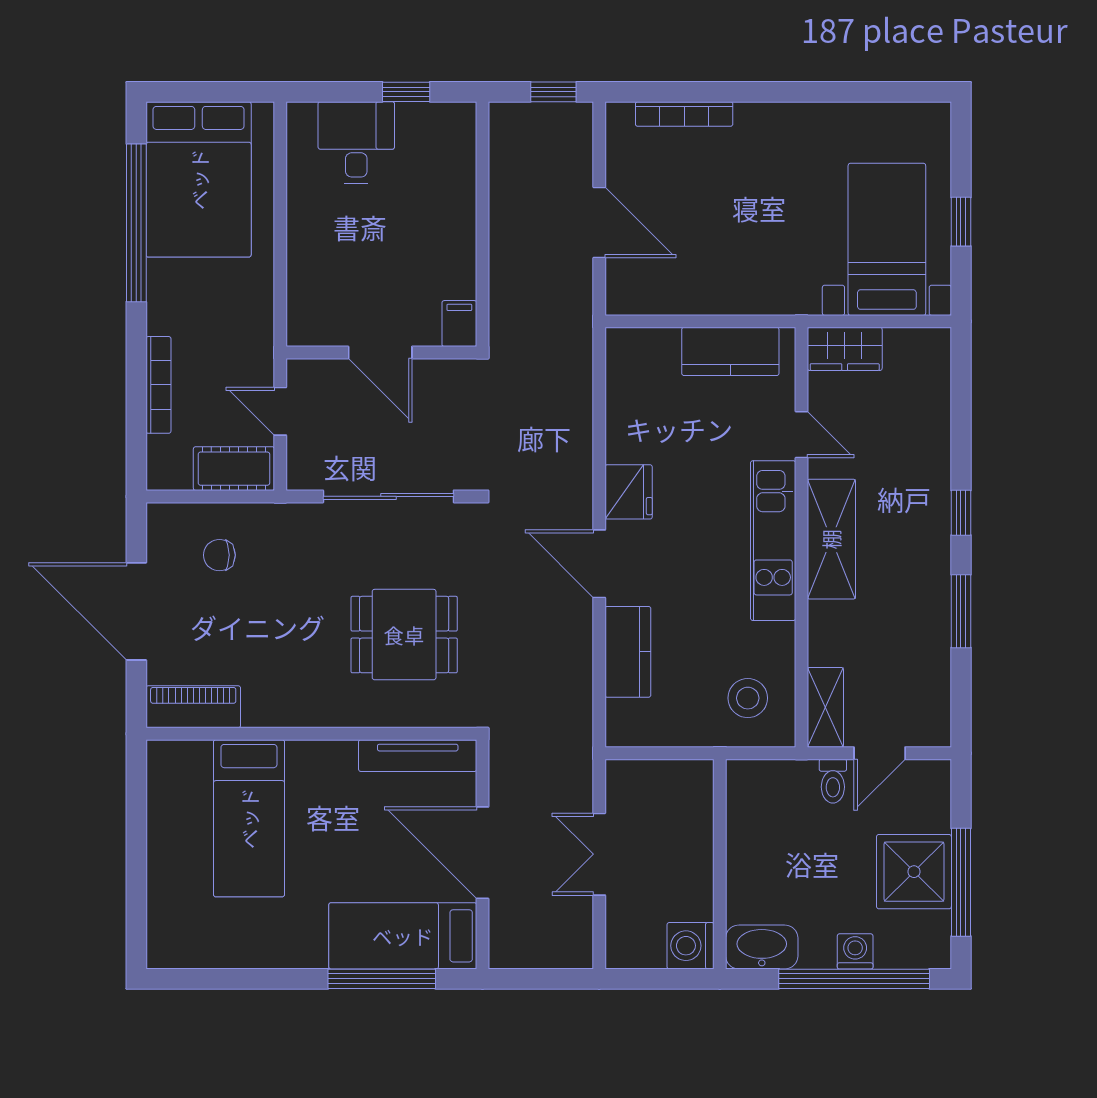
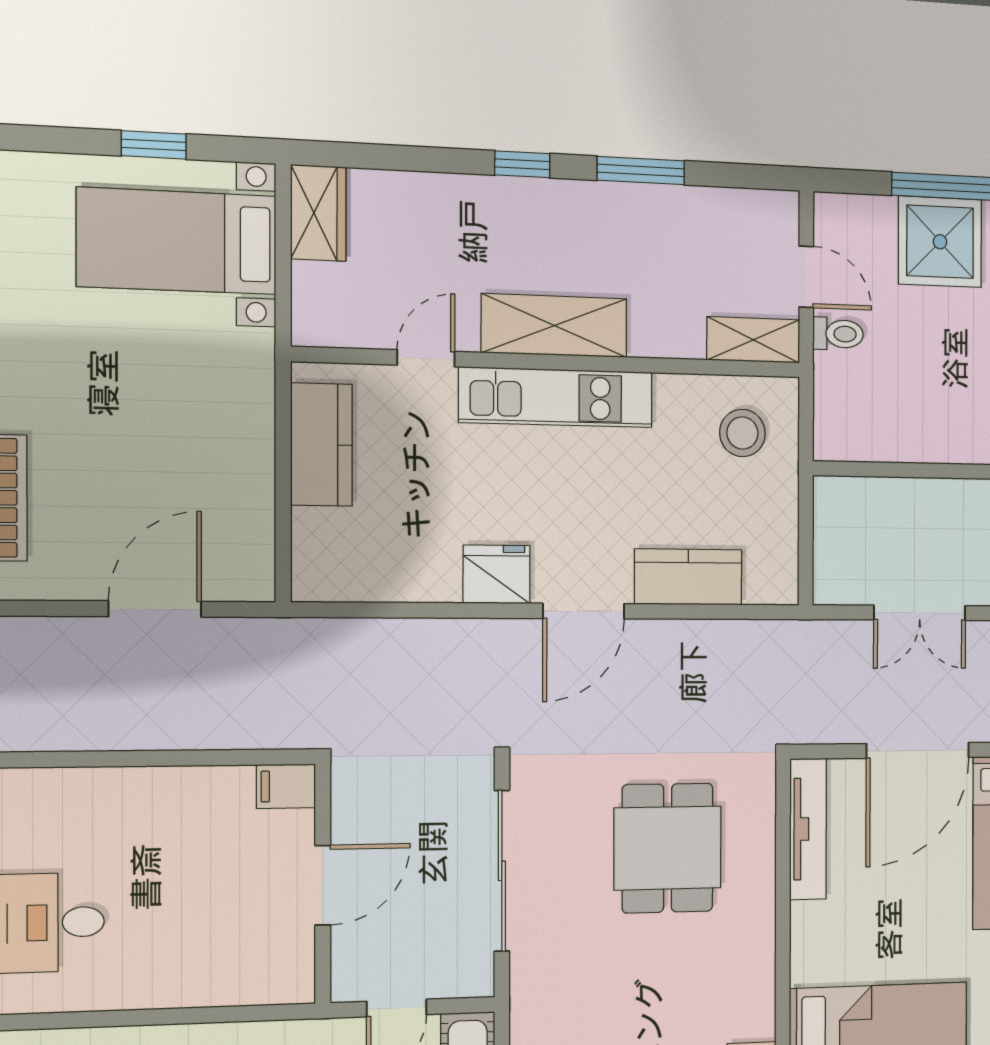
wardrobe: (845, 349) -> (318, 213), moved

